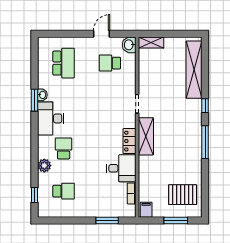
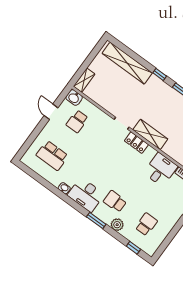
school desk: (64, 63) -> (52, 155), turned 180
window: (34, 100) -> (96, 220), moved
locker: (130, 141) -> (136, 143), moved

